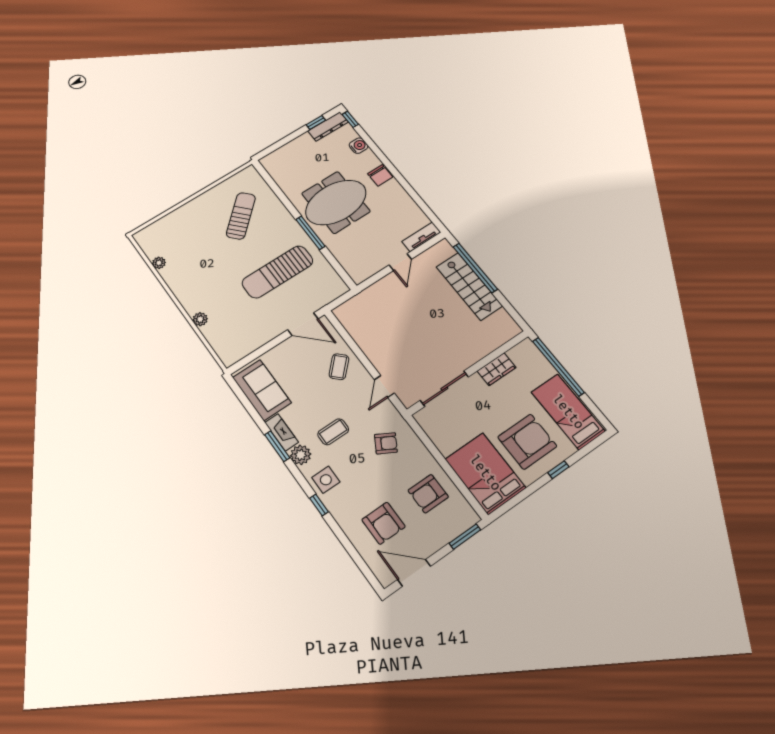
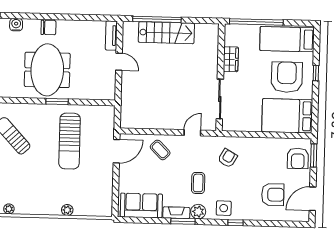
window: (310, 233) -> (57, 101), width x0.69
door: (384, 386) -> (192, 133), swing flipped
armchair: (428, 494) -> (298, 158), moved

